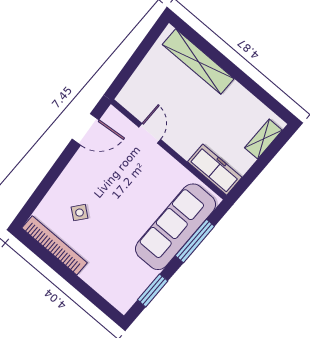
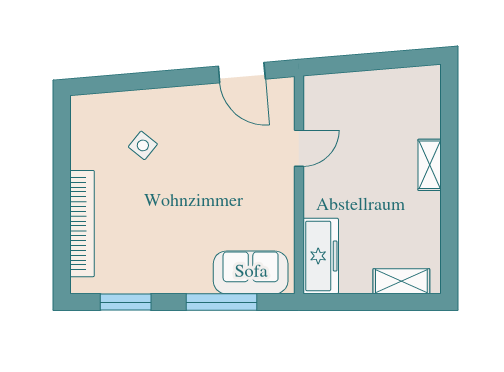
shelving: (198, 62) -> (430, 165), width x0.45, depth x0.75
sofa: (175, 227) -> (251, 272), width x0.54, depth x0.79
bookcase: (54, 245) -> (82, 224), moved

